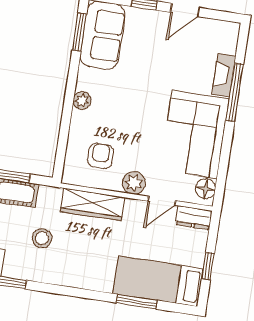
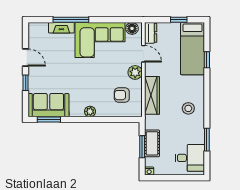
stool: (42, 238) -> (188, 108), moved
window: (137, 302) -> (207, 60), width x0.67

